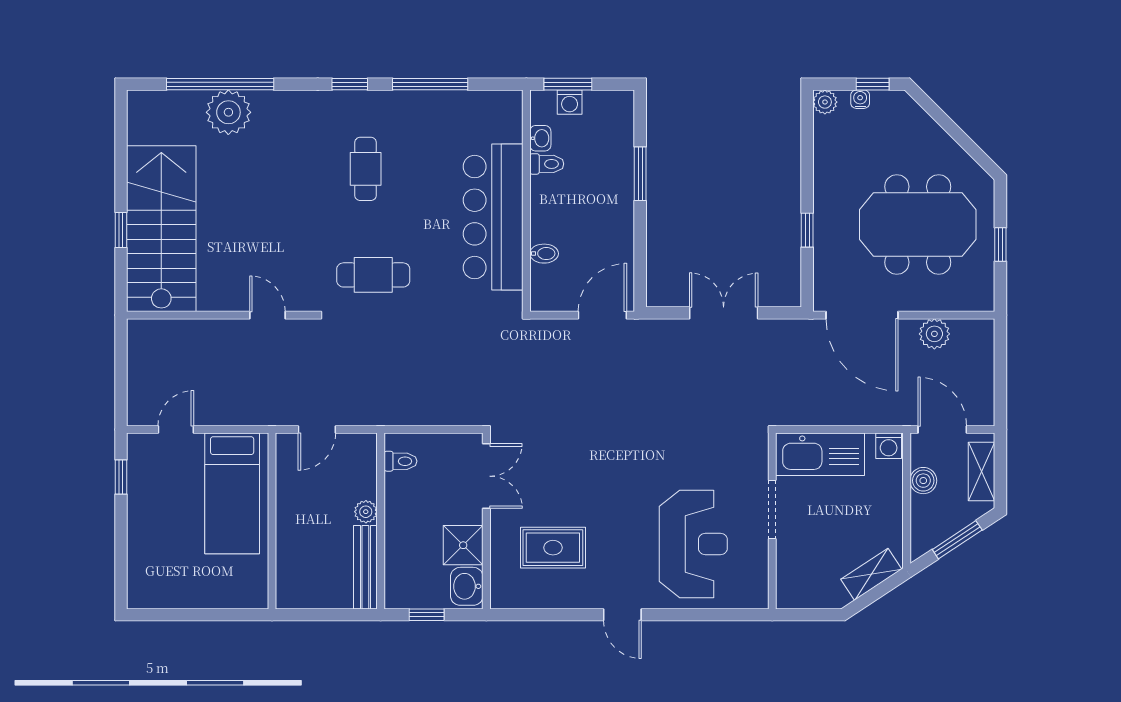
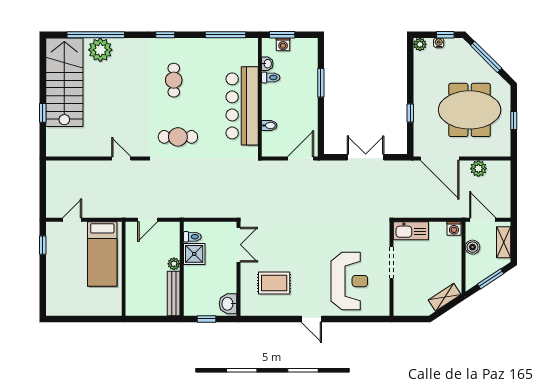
window: (430, 84) -> (225, 35), moved
window: (949, 125) -> (486, 57), added
stairs: (161, 229) -> (64, 82), moved
kitchen sink: (820, 454) -> (411, 231), width x0.73, depth x0.81
shower: (463, 545) -> (194, 254), moved

